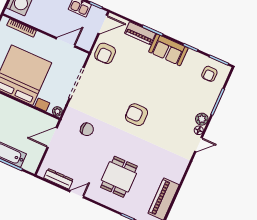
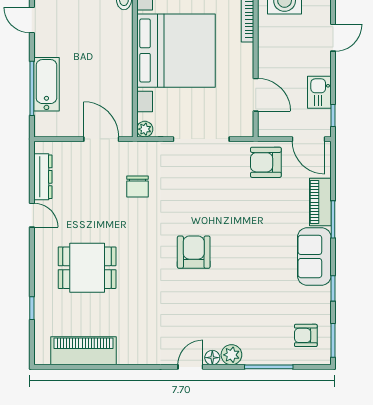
door: (198, 145) -> (190, 367), swing flipped

